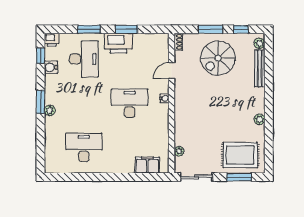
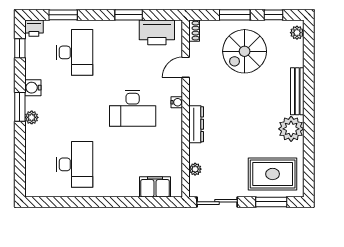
window: (89, 29) -> (63, 15), moved
printer: (118, 43) -> (157, 32), moved
water cooler: (51, 67) -> (33, 88), moved
bench: (260, 68) -> (297, 91), moved
desk: (130, 103) -> (133, 108), turned 180
dresser: (180, 116) -> (196, 124), added
plant: (260, 119) -> (291, 129), width x1.88, depth x1.88
desk: (84, 147) -> (75, 164), turned 90

